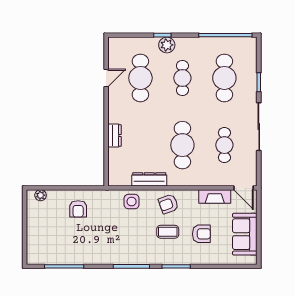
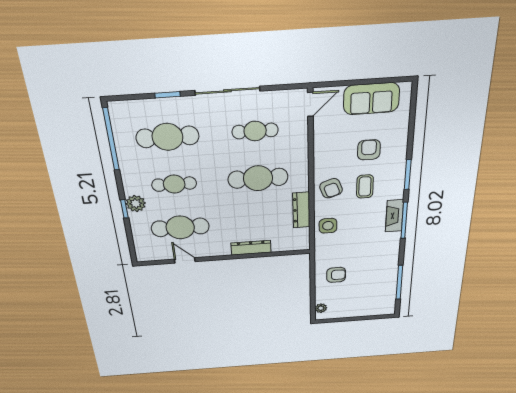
dresser: (114, 135) -> (251, 248), width x1.44
fireplace: (215, 196) -> (394, 216), moved, turned 180

